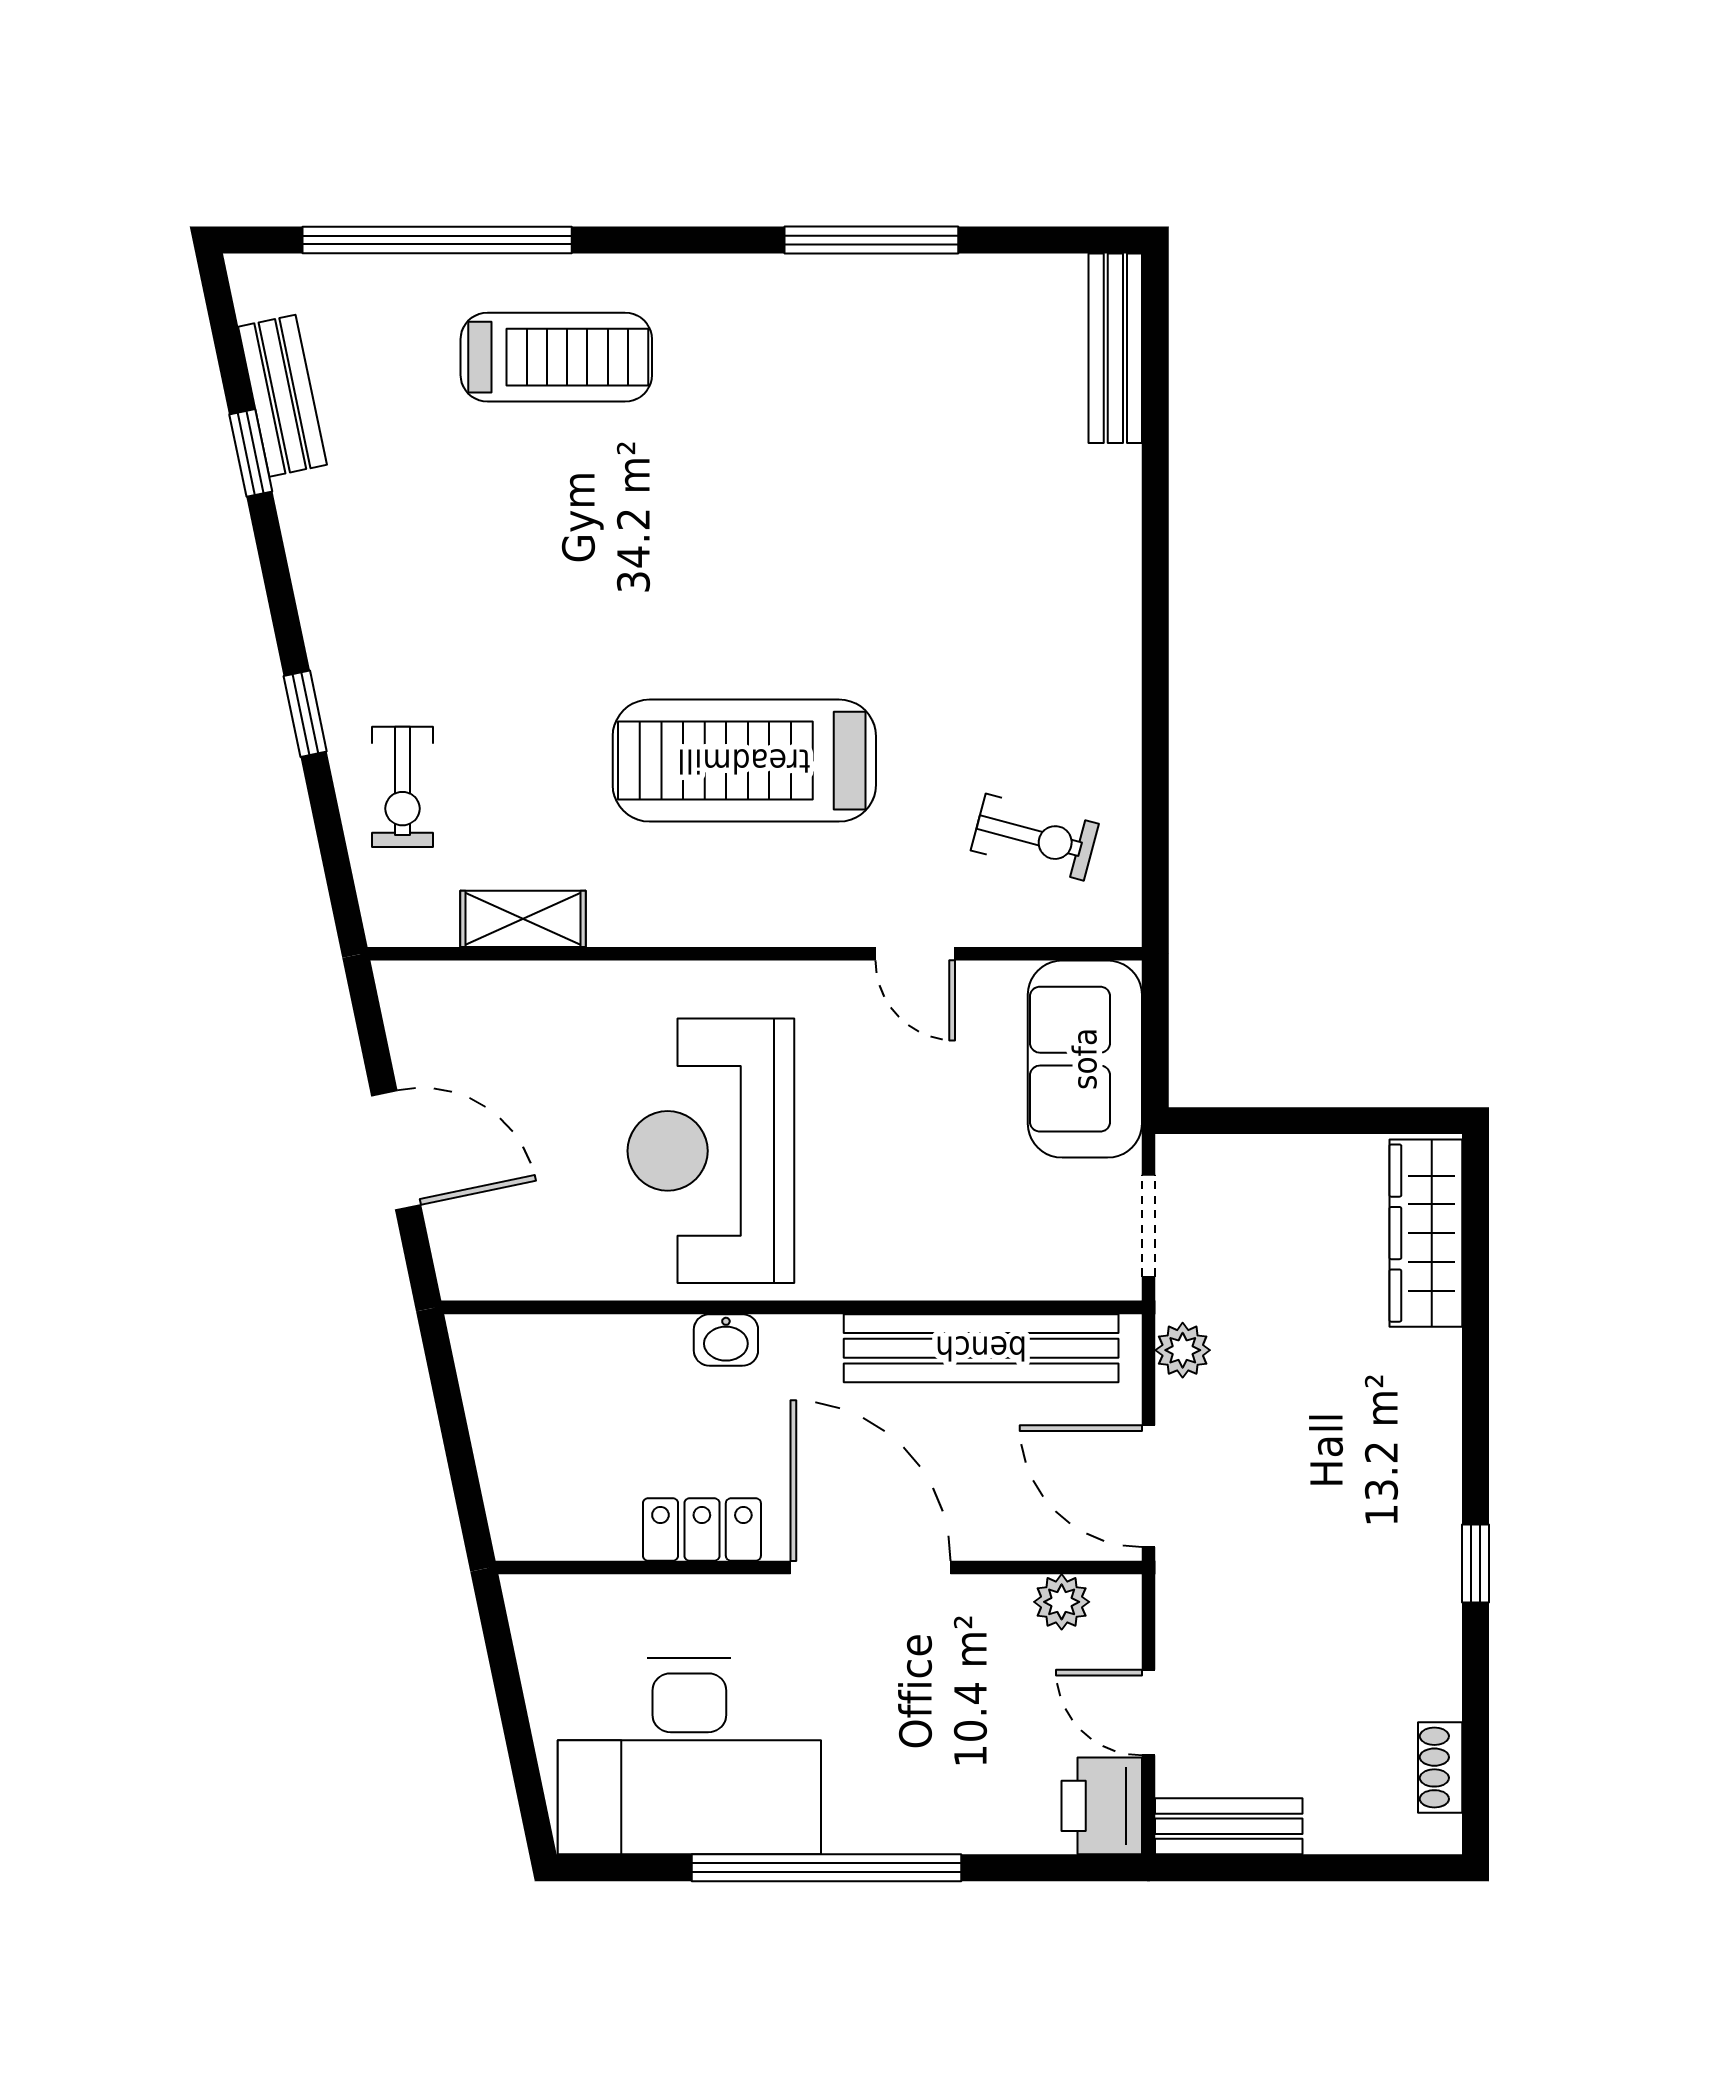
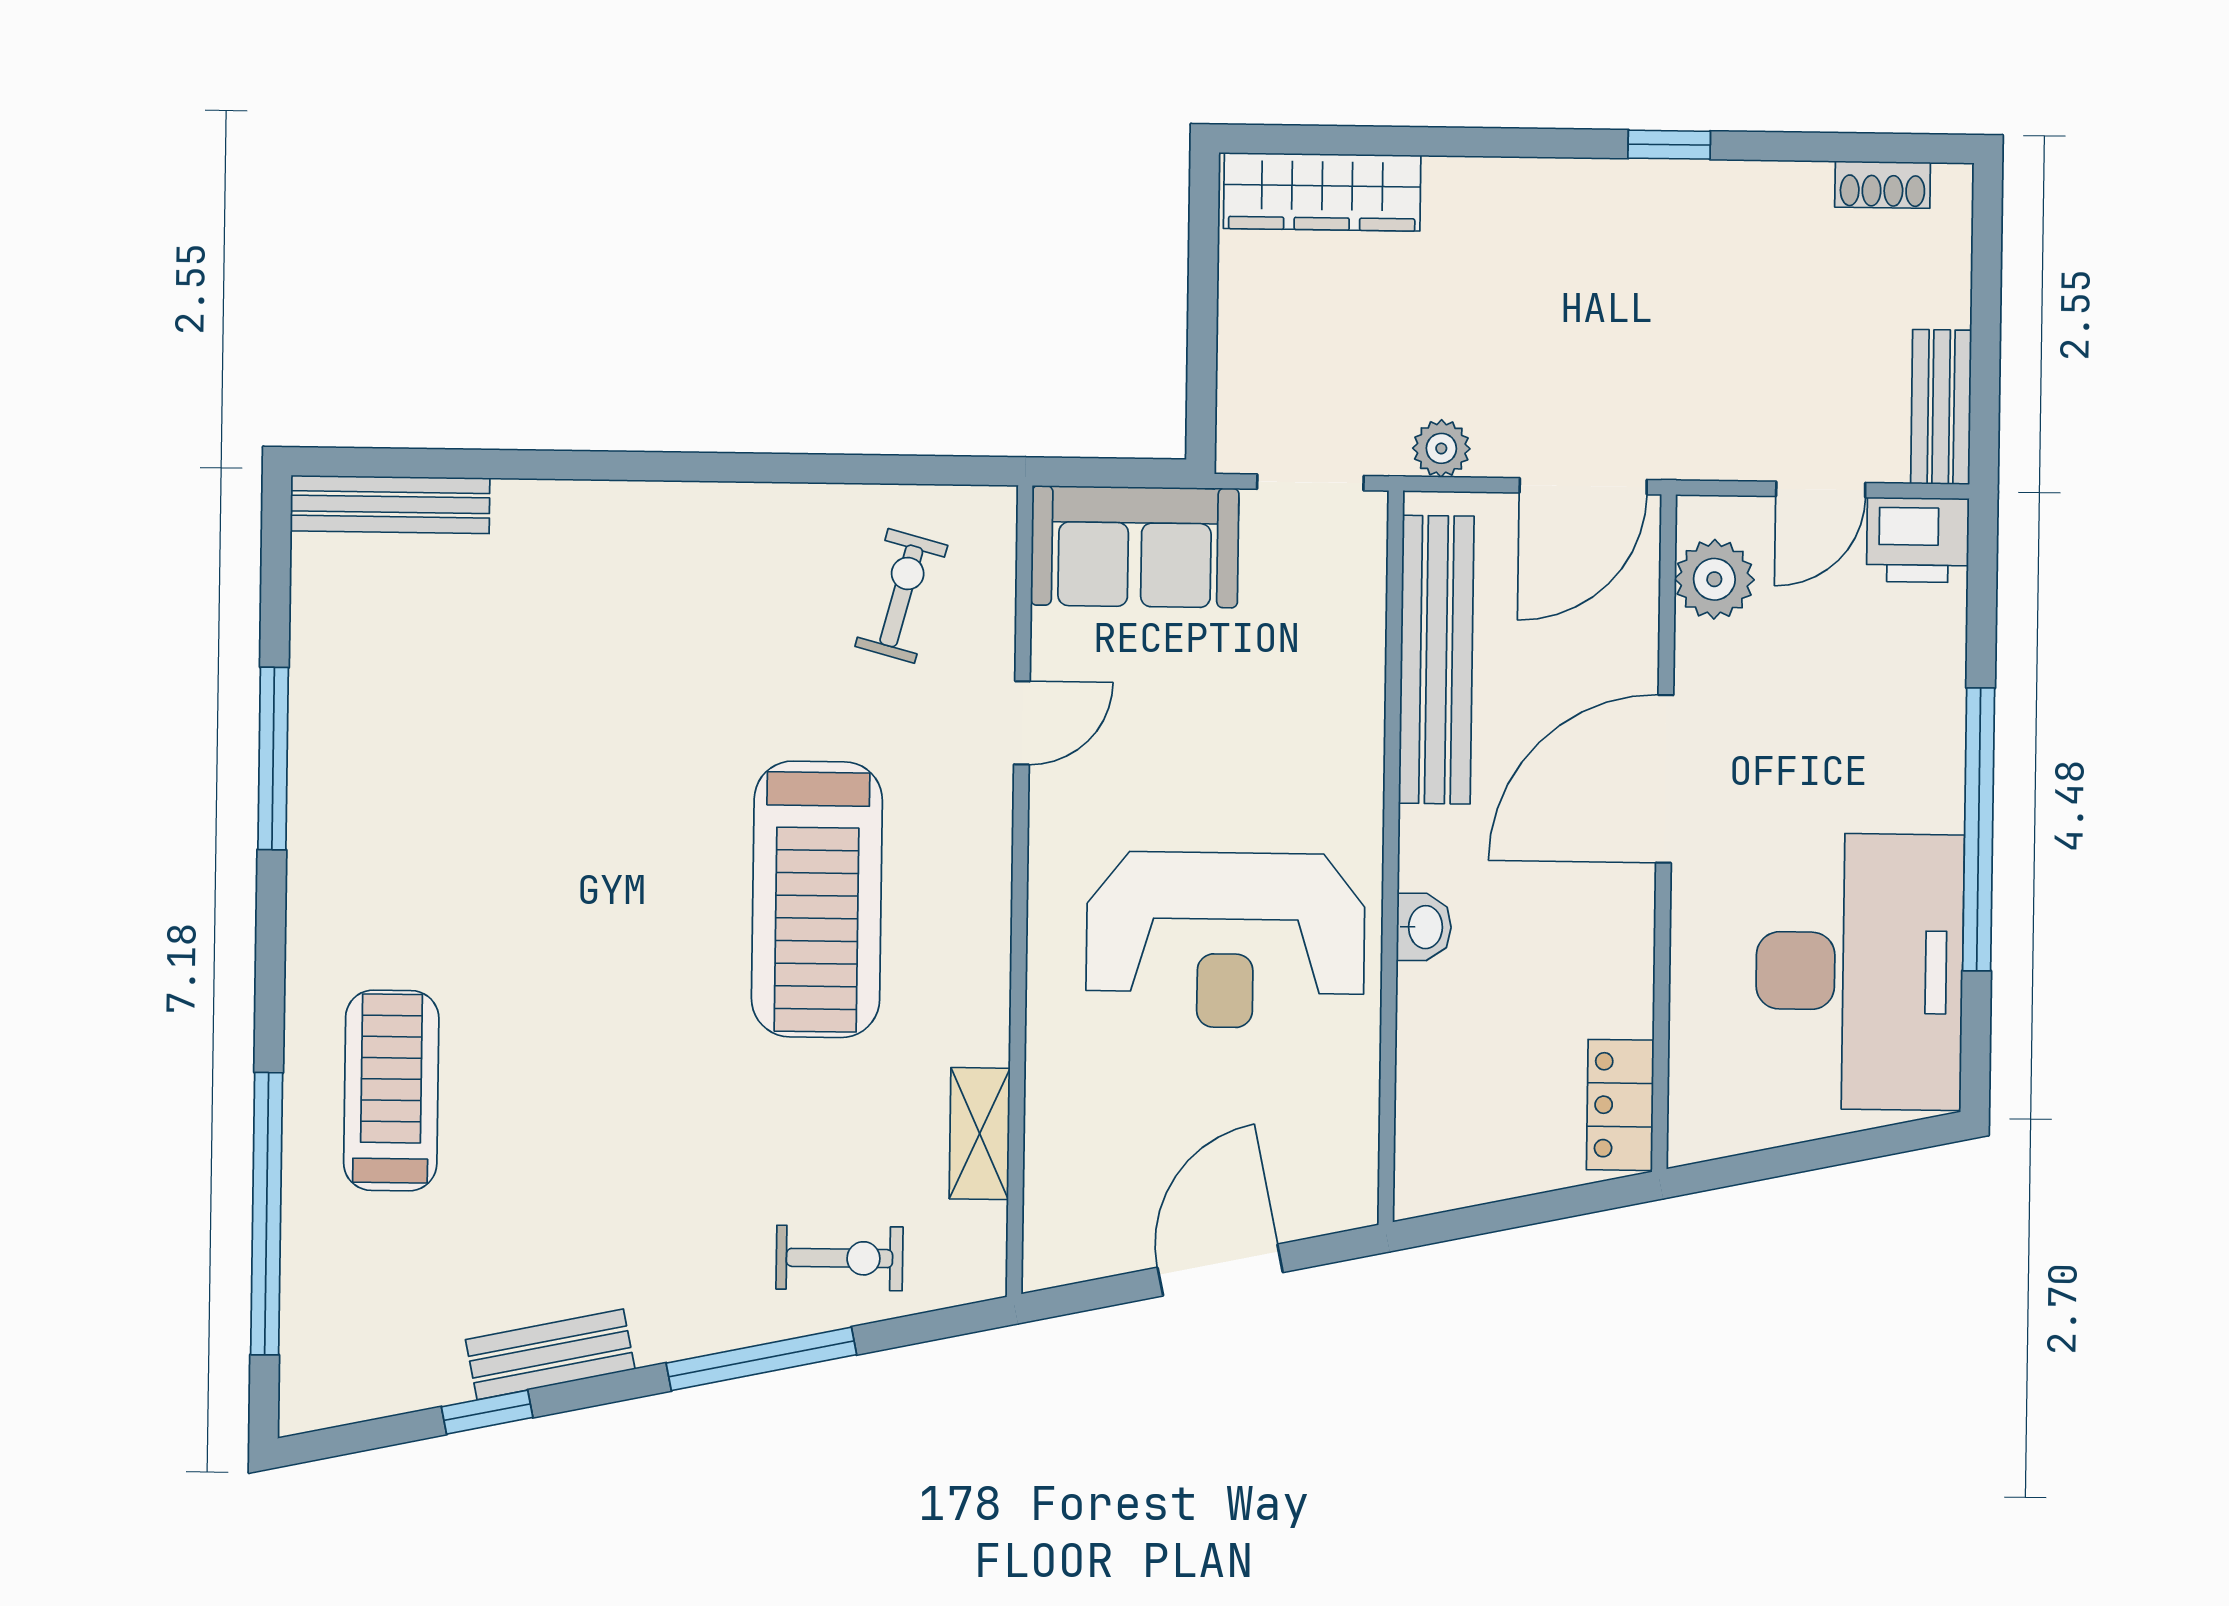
bench: (282, 396) -> (550, 1354), moved
window: (305, 714) -> (761, 1359), width x2.17
locker: (702, 1529) -> (1620, 1105), moved
plant: (1062, 1602) -> (1714, 579), width x1.38, depth x1.38

